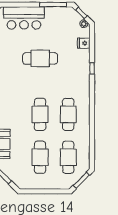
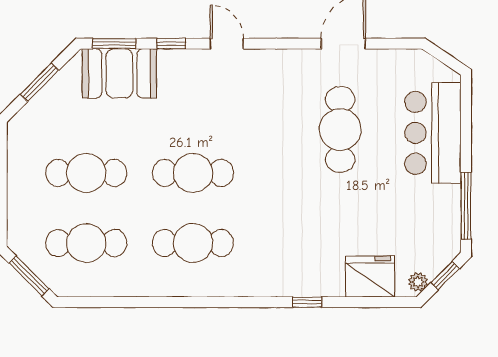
fridge: (84, 43) -> (370, 277), width x1.88, depth x1.34
cafe table: (40, 58) -> (340, 130), moved

